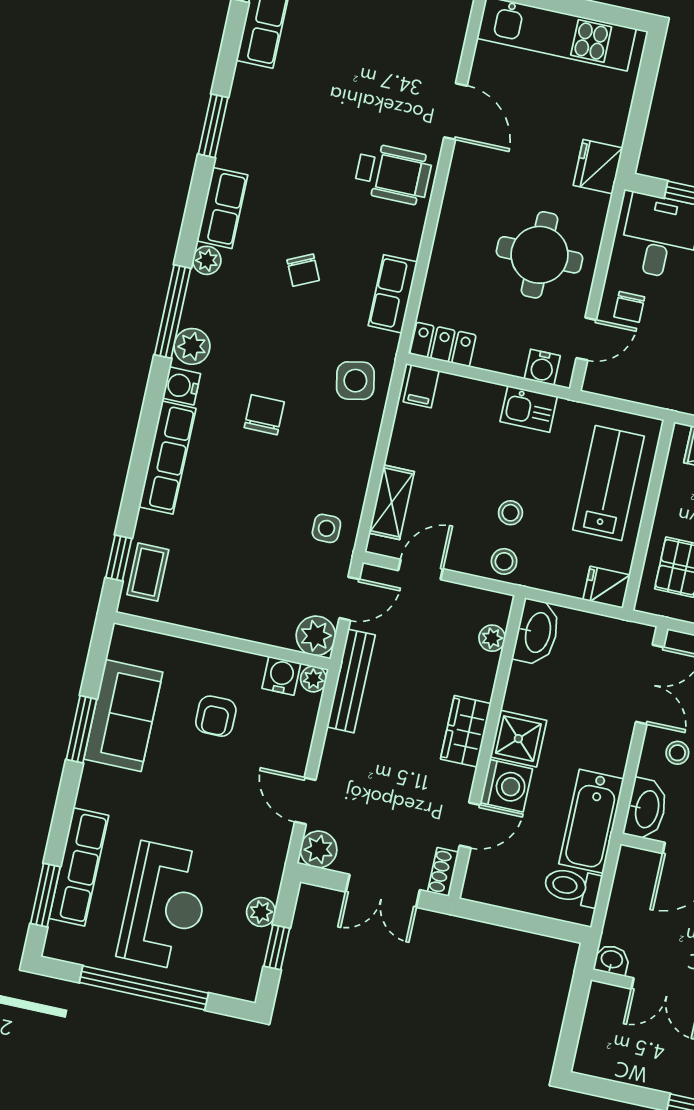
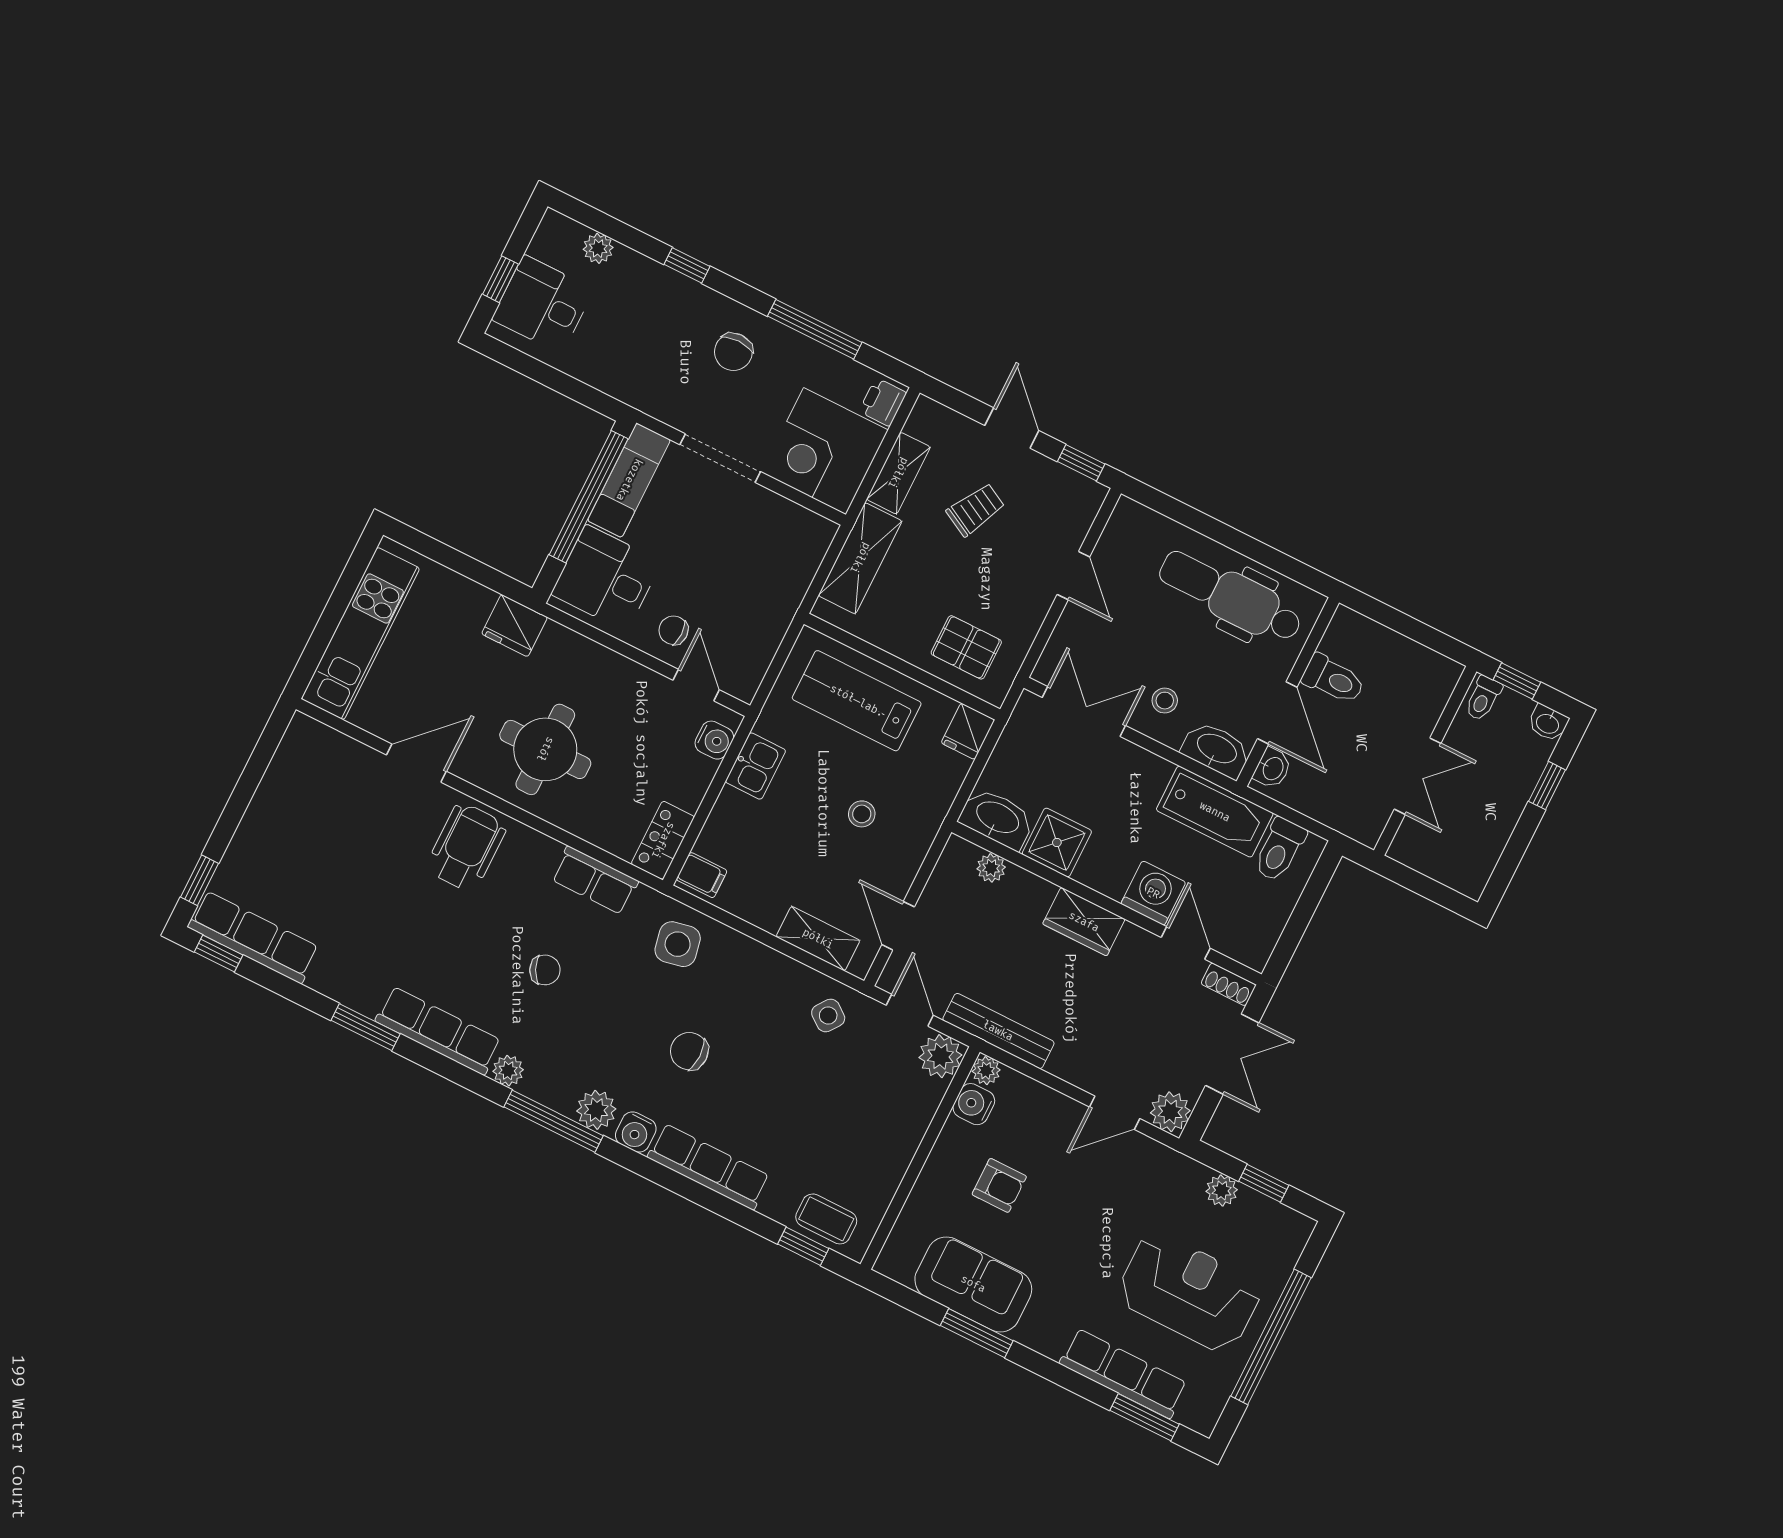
row of seats: (222, 208) -> (438, 1031), width x1.48
round table: (539, 255) -> (545, 749), moved
chair: (629, 307) -> (673, 630), turned 180
side table: (326, 528) -> (828, 1016), turned 37
stool: (504, 561) -> (912, 834), removed
shower: (518, 739) -> (1057, 843), moved
washbasin: (612, 960) -> (1272, 768), moved, turned 180

